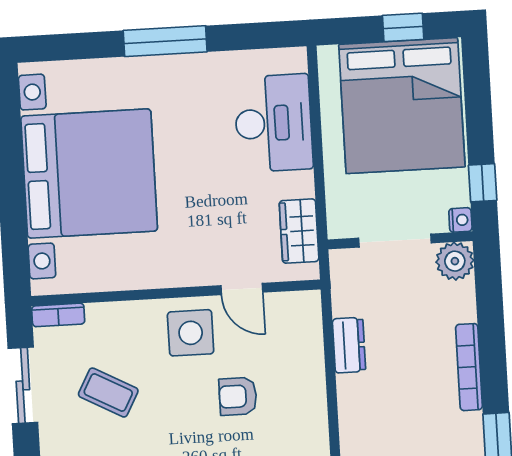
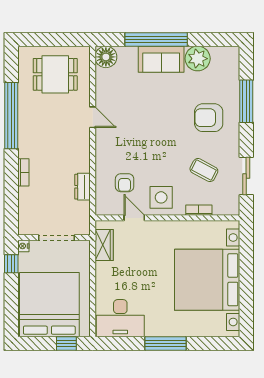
window: (403, 27) -> (66, 344), moved
desk: (273, 123) -> (120, 318), moved, turned -90
plant: (455, 261) -> (27, 226), removed
bookcase: (58, 315) -> (199, 210), moved
bookcase: (469, 367) -> (23, 172), width x0.64
armchair: (238, 396) -> (125, 183), moved, turned 90

